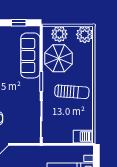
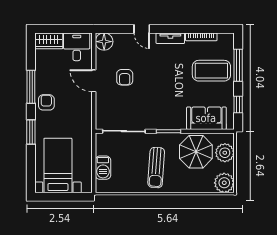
sofa: (30, 55) -> (206, 118), width x0.73
barbecue: (83, 137) -> (103, 168), moved

